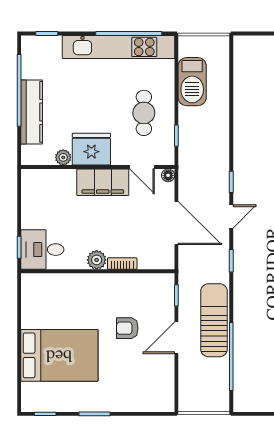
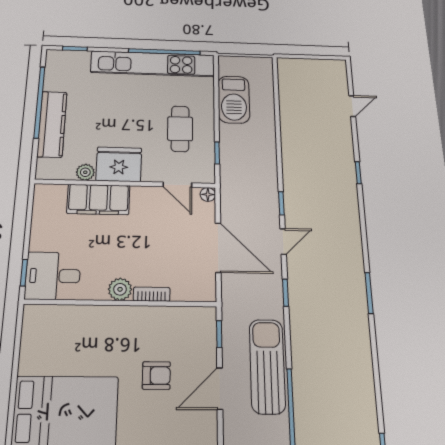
filing cabinet: (103, 182) -> (98, 199), moved
armchair: (127, 328) -> (156, 375), turned 180

